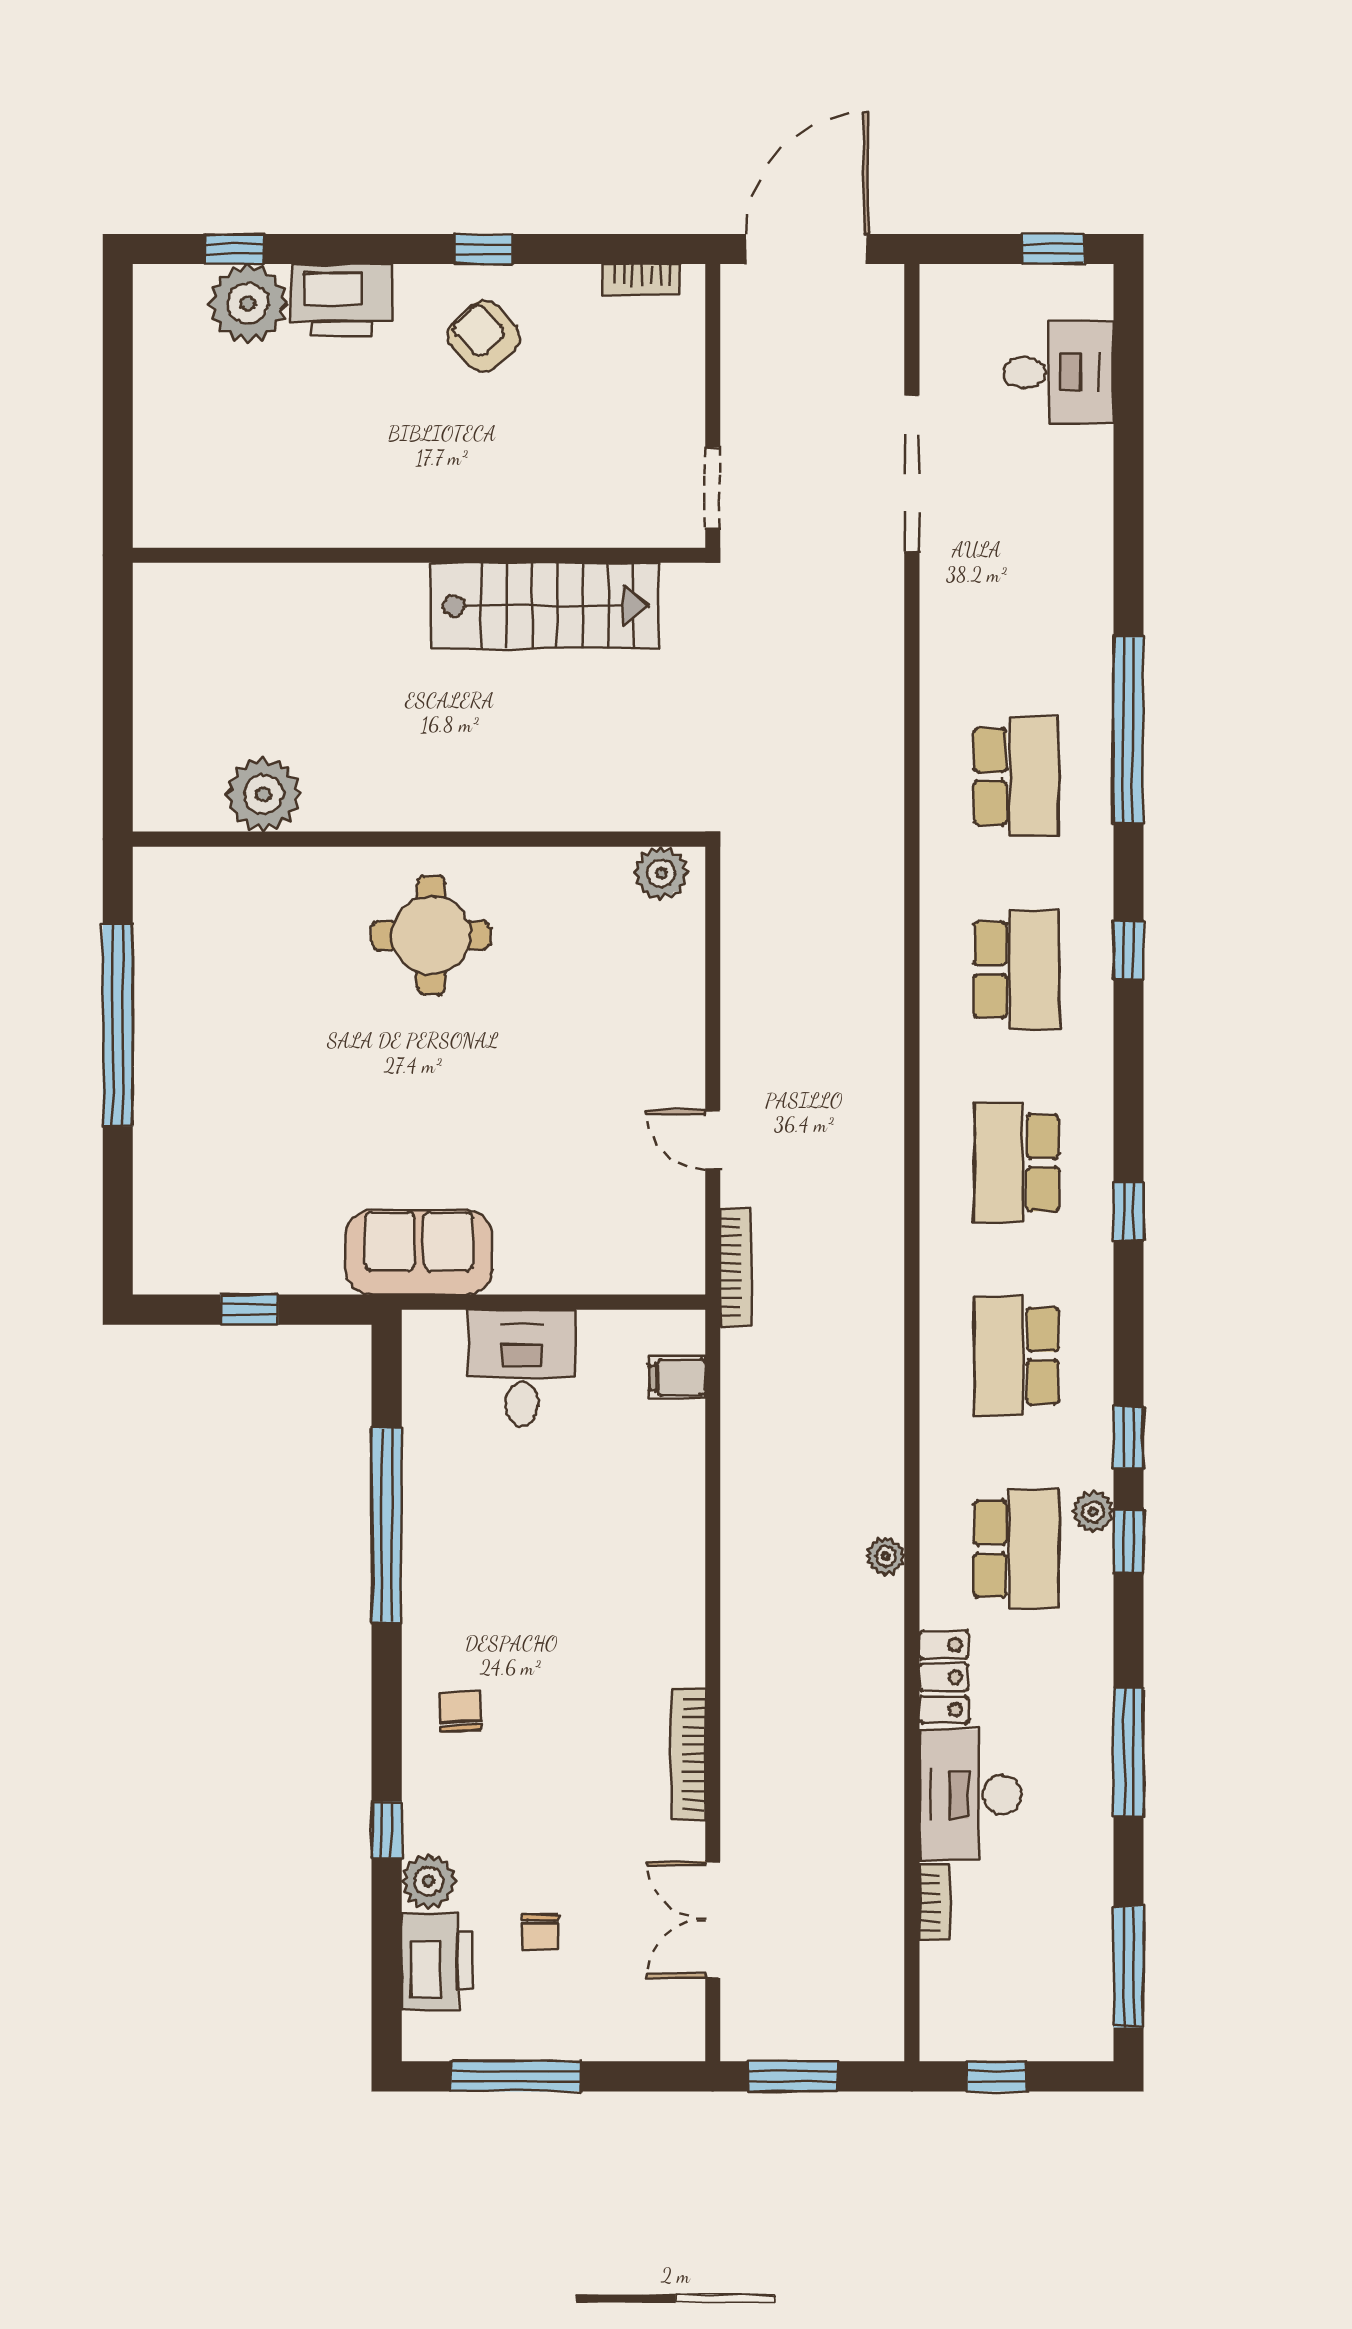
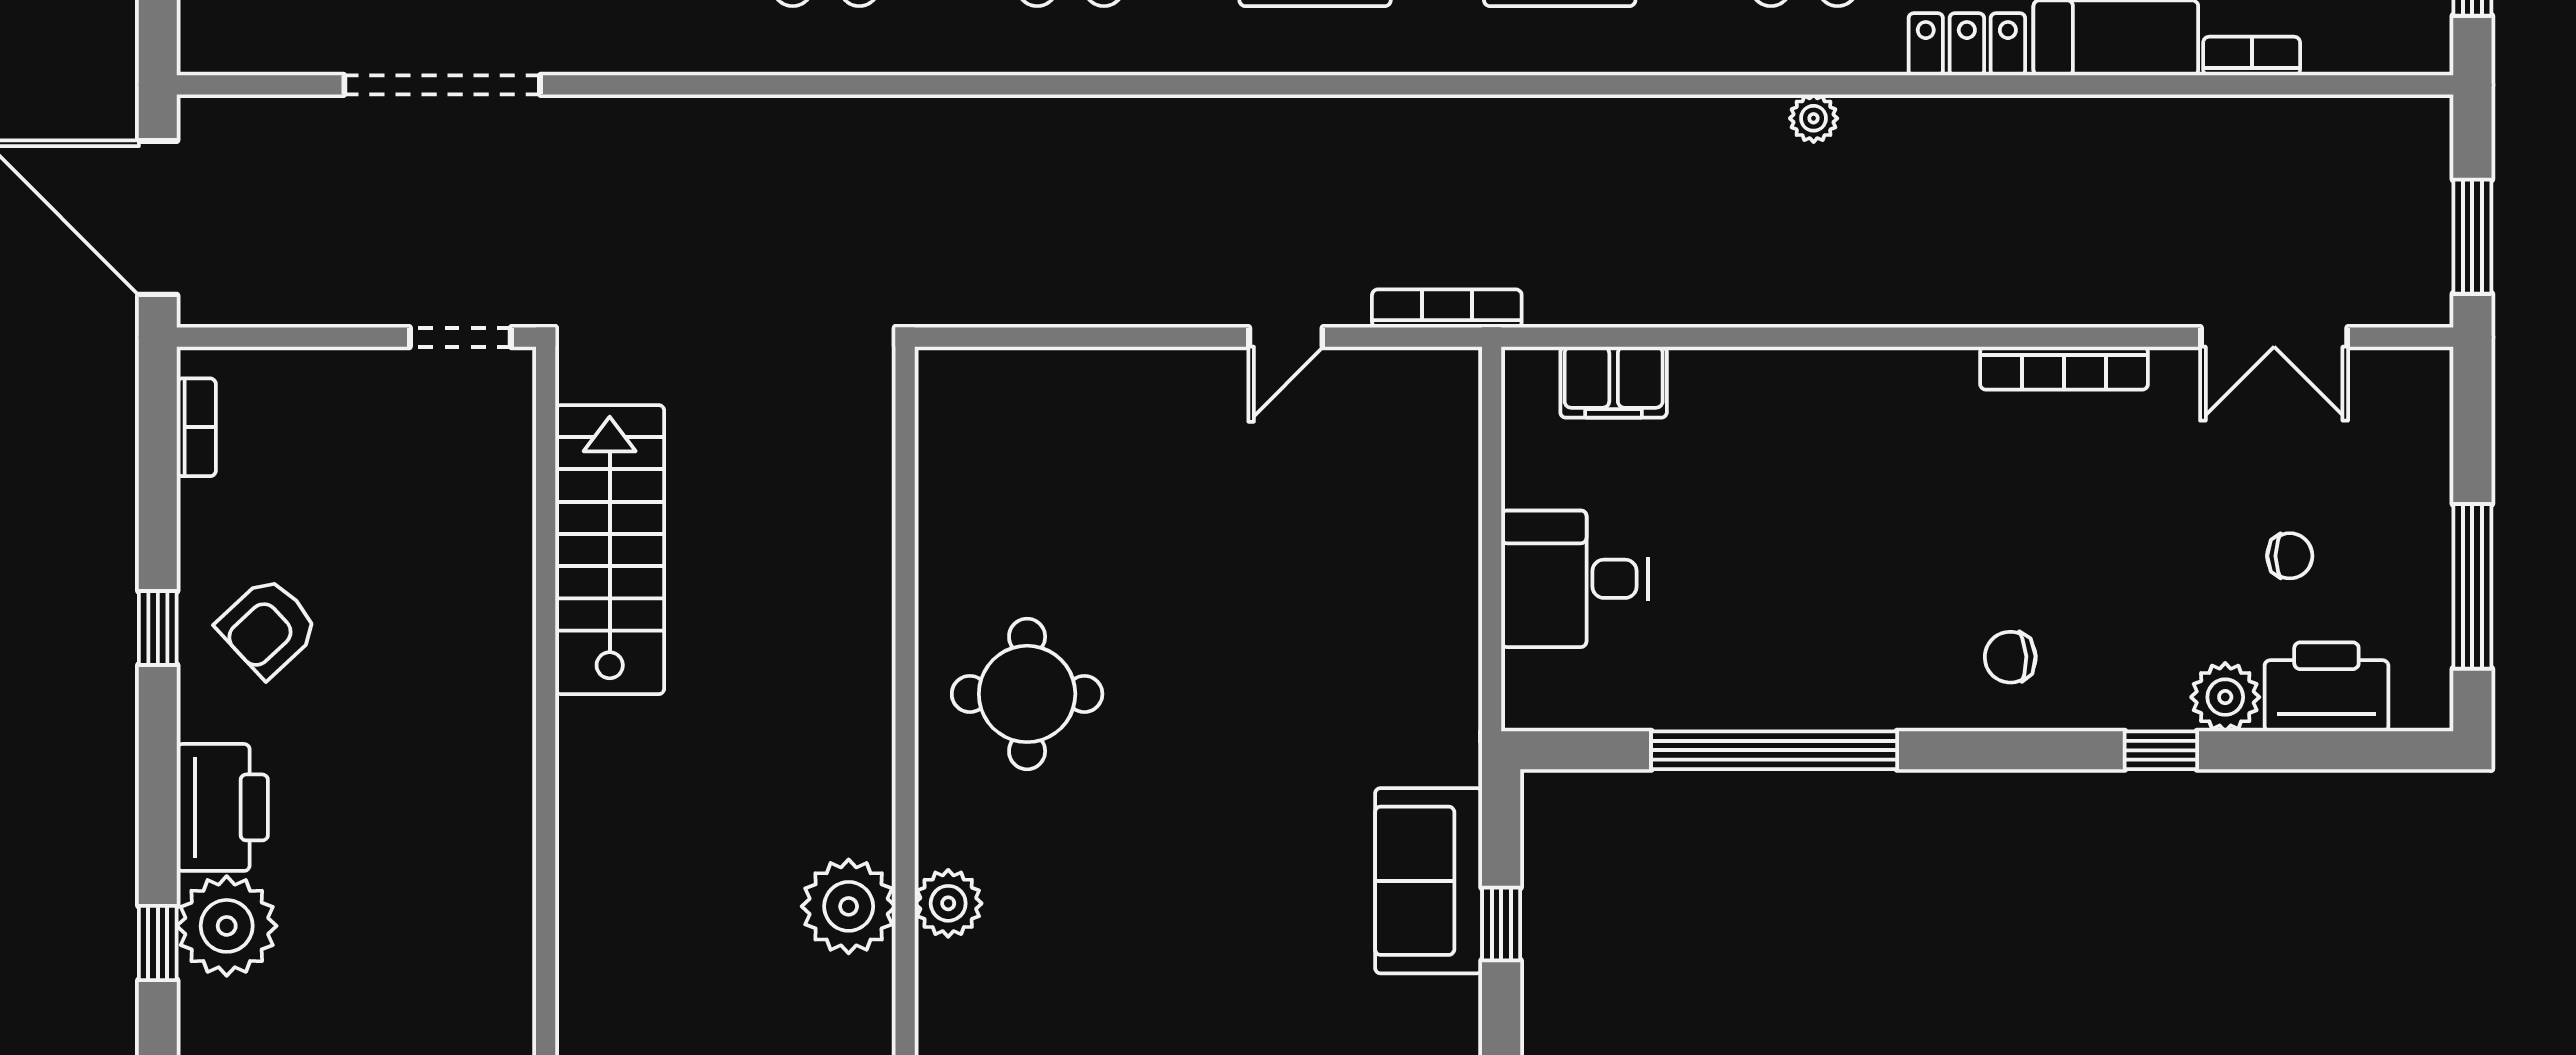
plant: (661, 873) -> (948, 903), moved
sofa: (419, 1252) -> (1429, 881), moved
filing cabinet: (677, 1377) -> (1614, 382), width x2.00

